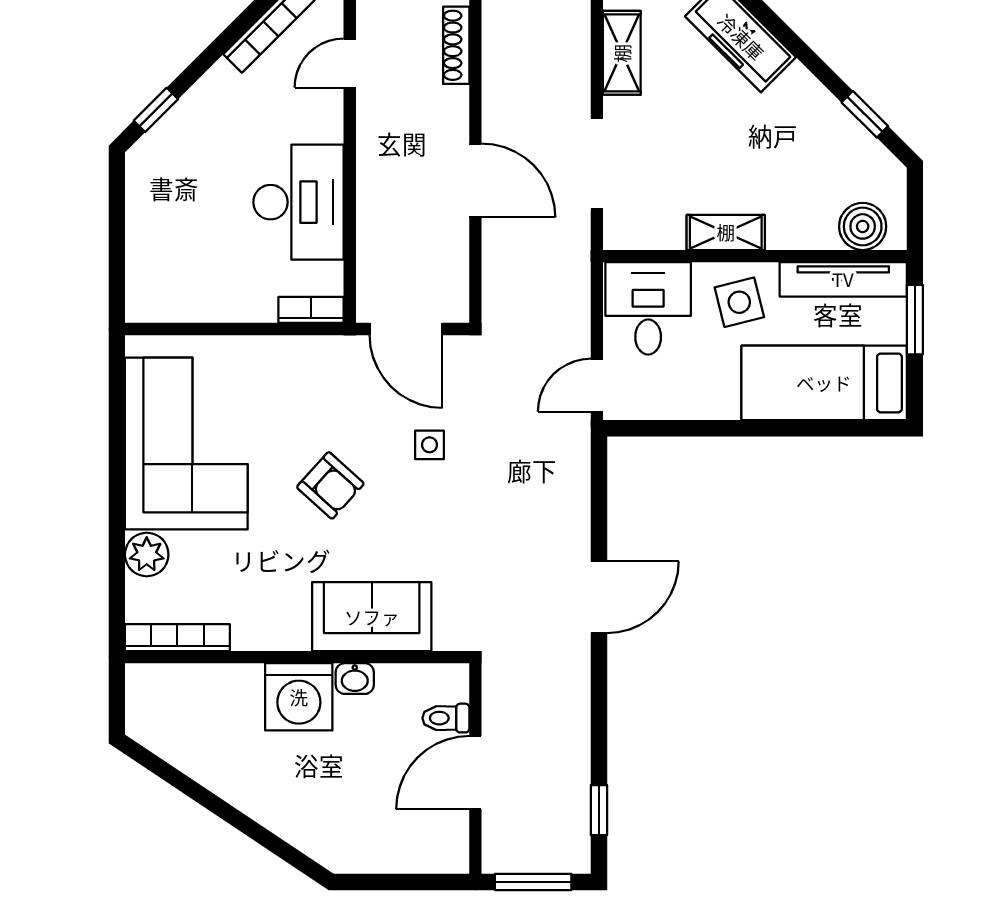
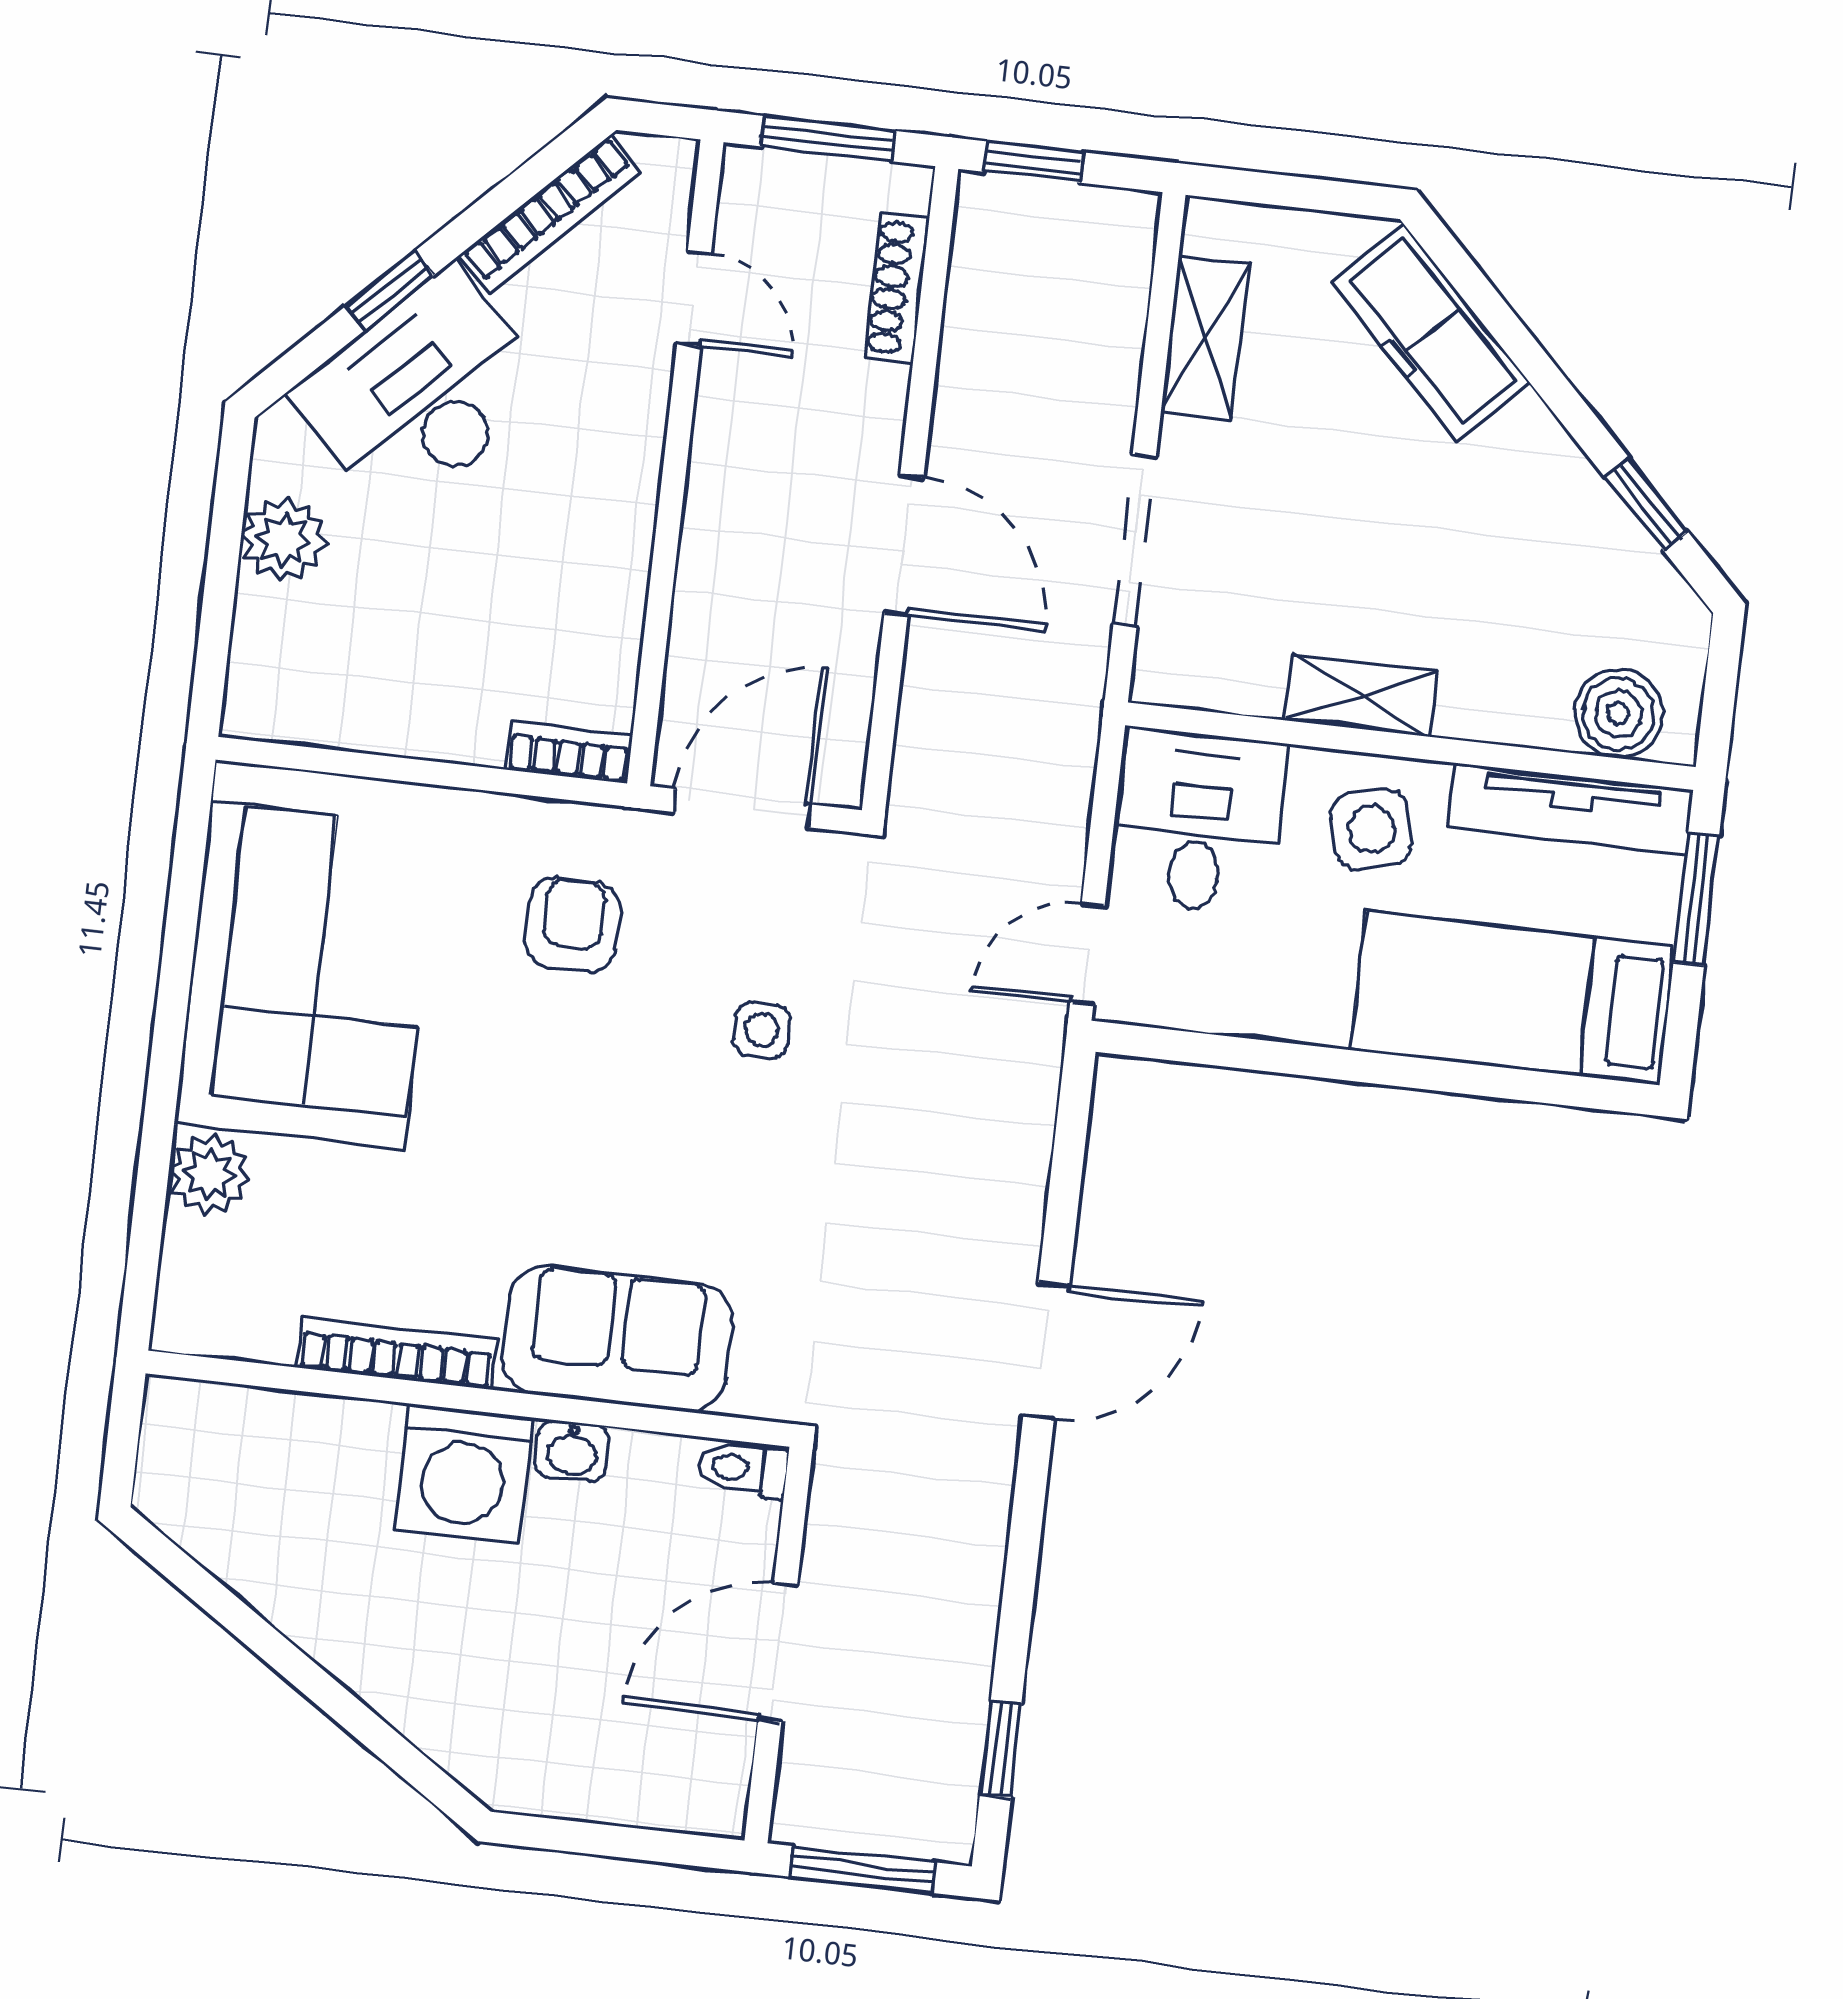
door: (350, 63) -> (694, 299), swing flipped
window: (156, 110) -> (390, 291), moved
desk: (299, 202) -> (422, 393), moved, turned -135
plant: (148, 215) -> (283, 539), added
door: (406, 329) -> (742, 808), swing flipped
armchair: (330, 485) -> (573, 925), moved, turned -132
bookcase: (177, 638) -> (397, 1353), moved
toilet: (446, 718) -> (743, 1469), moved

